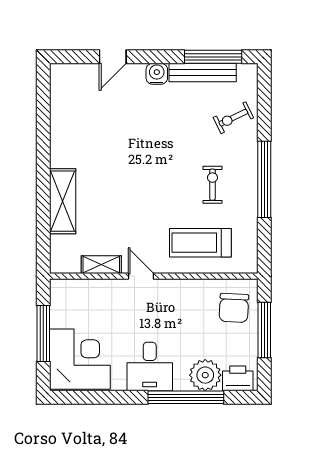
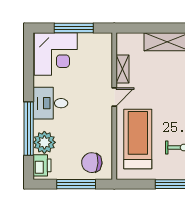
treadmill: (200, 243) -> (138, 139), width x1.37, depth x1.38

